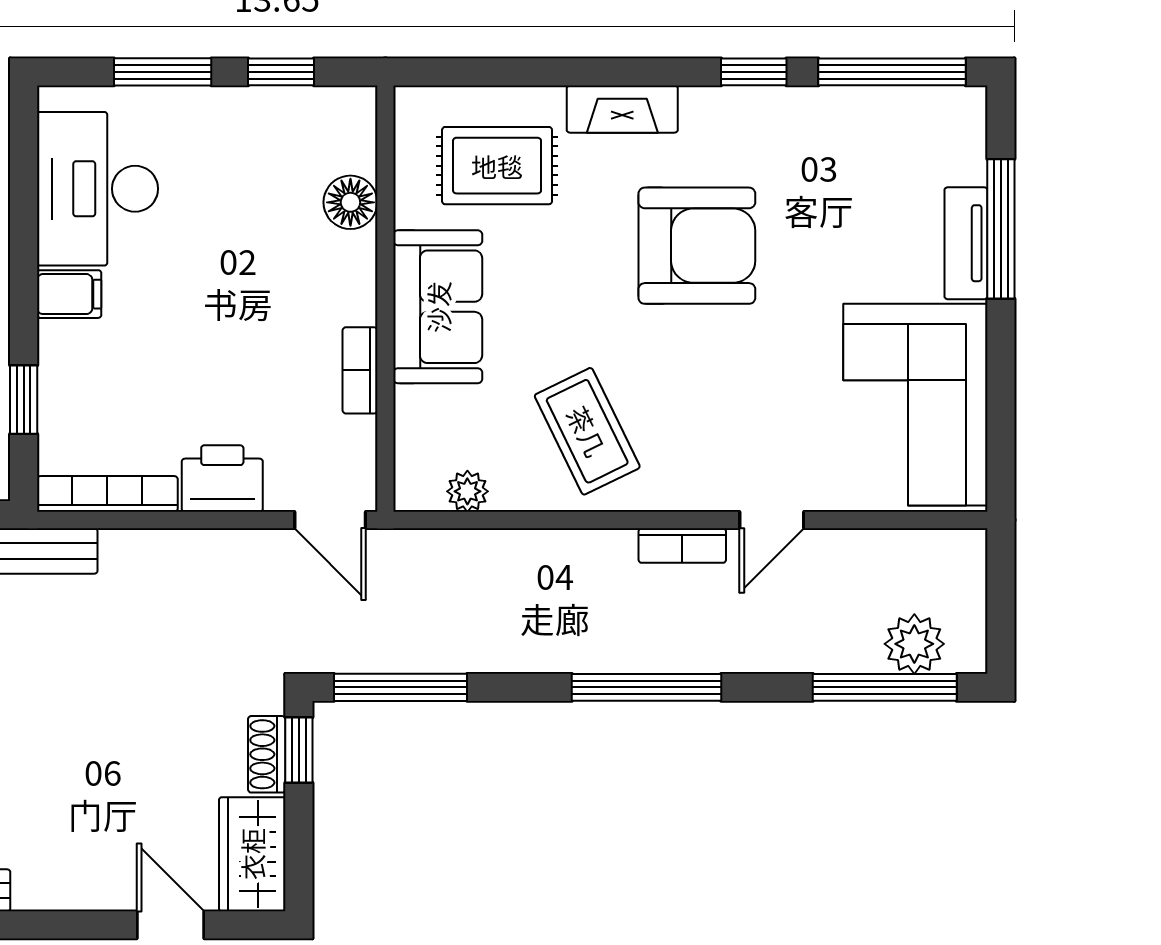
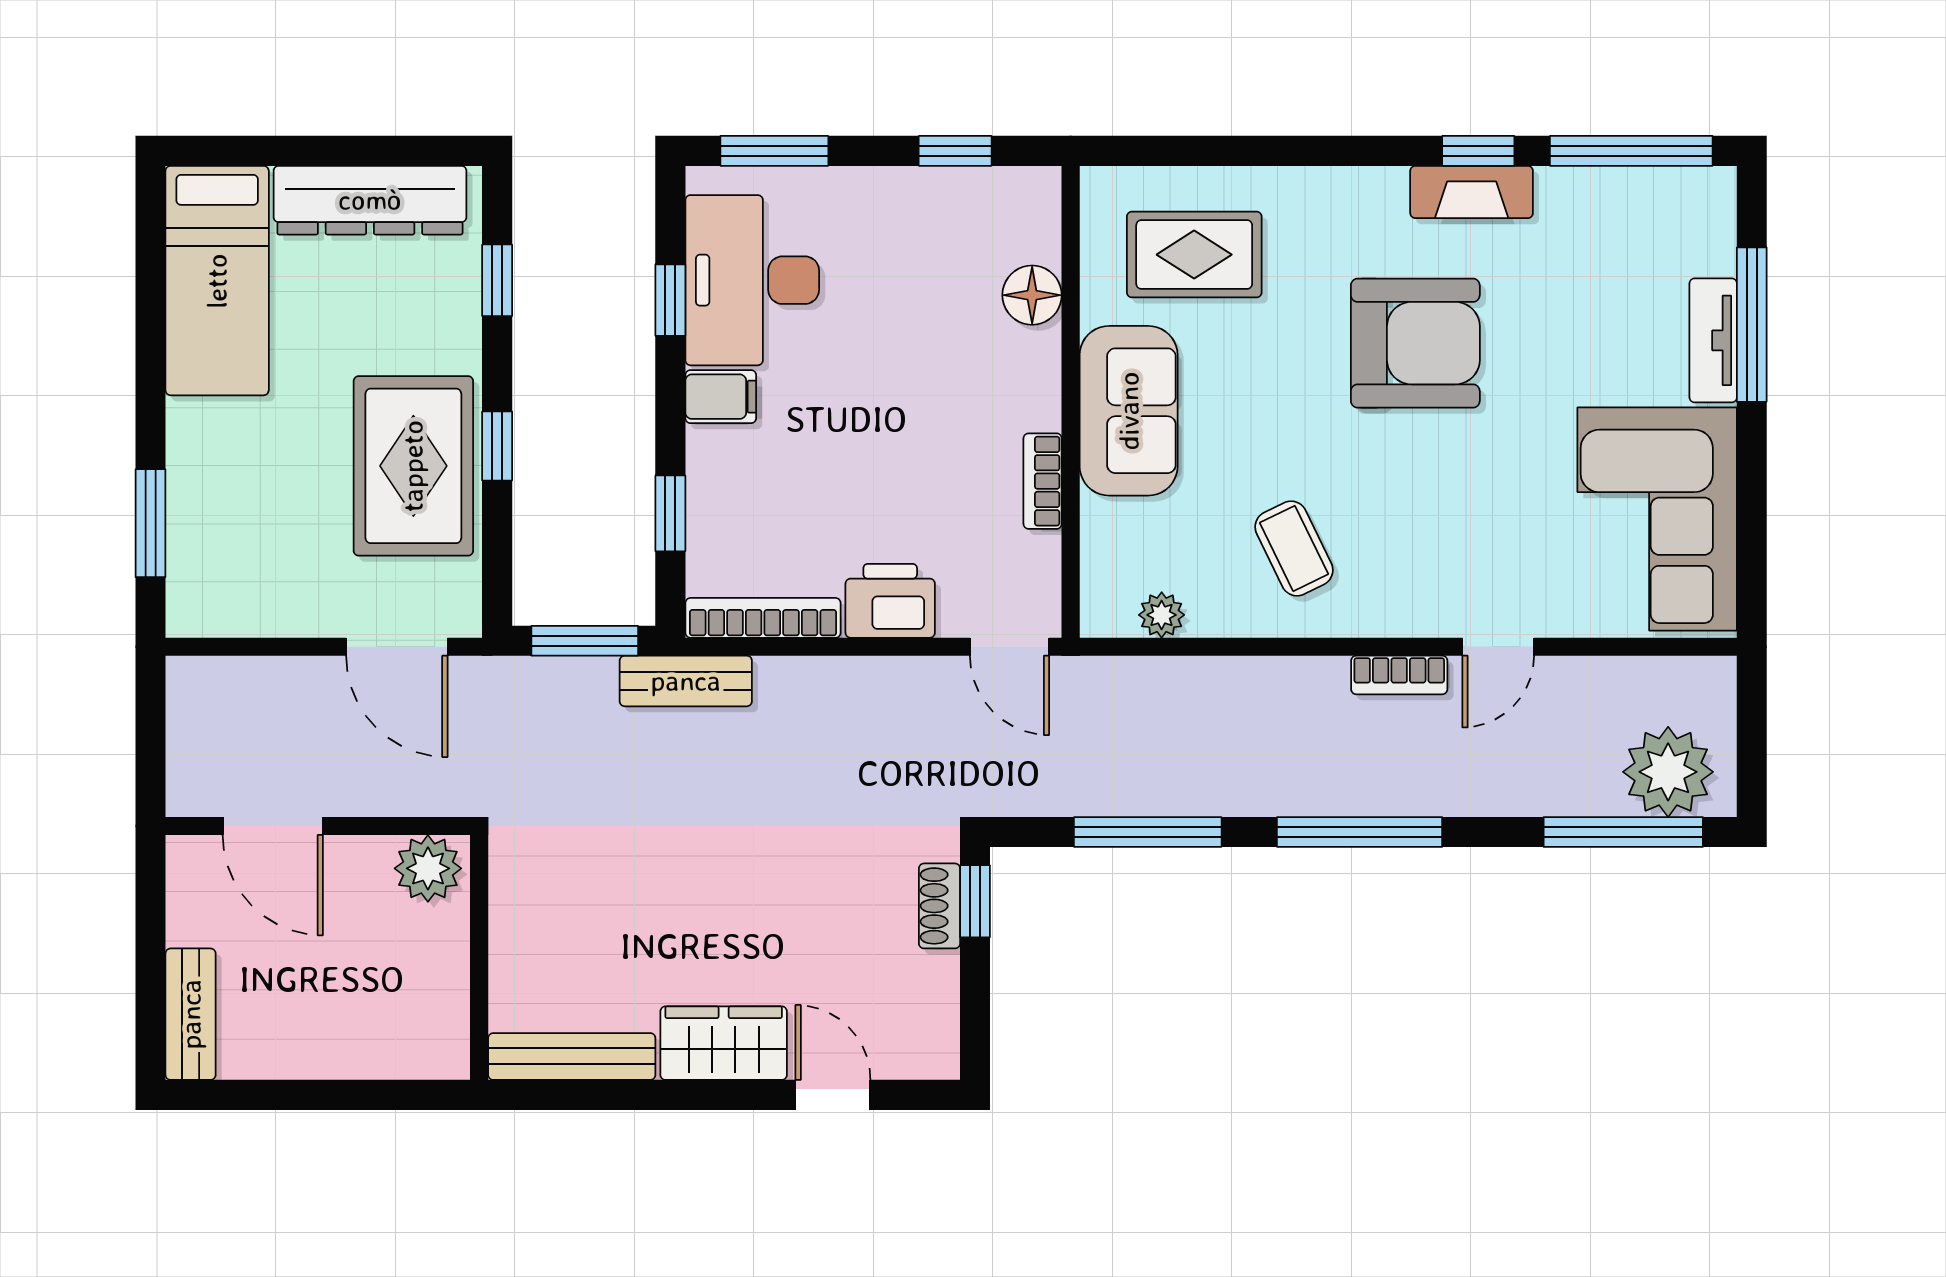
window: (163, 72) -> (774, 151), moved
fireplace: (622, 109) -> (1472, 192), moved
window: (24, 207) -> (670, 300), added
coffee table: (587, 431) -> (1294, 548), width x0.73, depth x0.77
plant: (914, 644) -> (1668, 772), width x1.36, depth x1.36
window: (401, 687) -> (1148, 832), moved
wardrobe: (252, 854) -> (724, 1043), moved, turned 90

